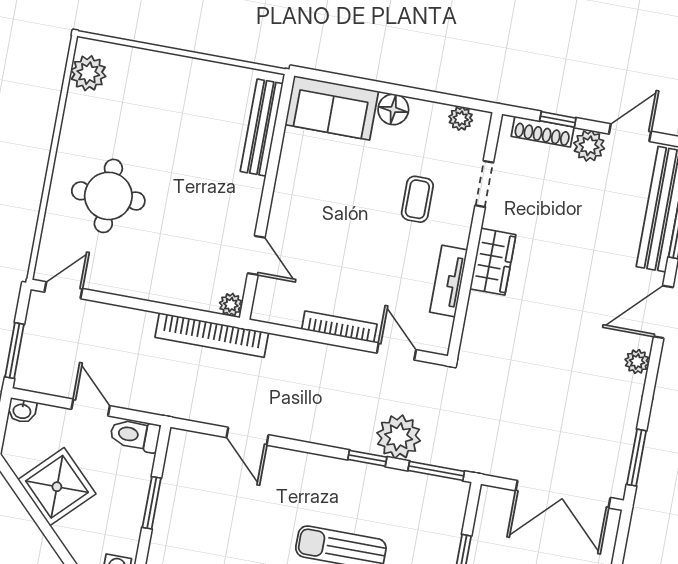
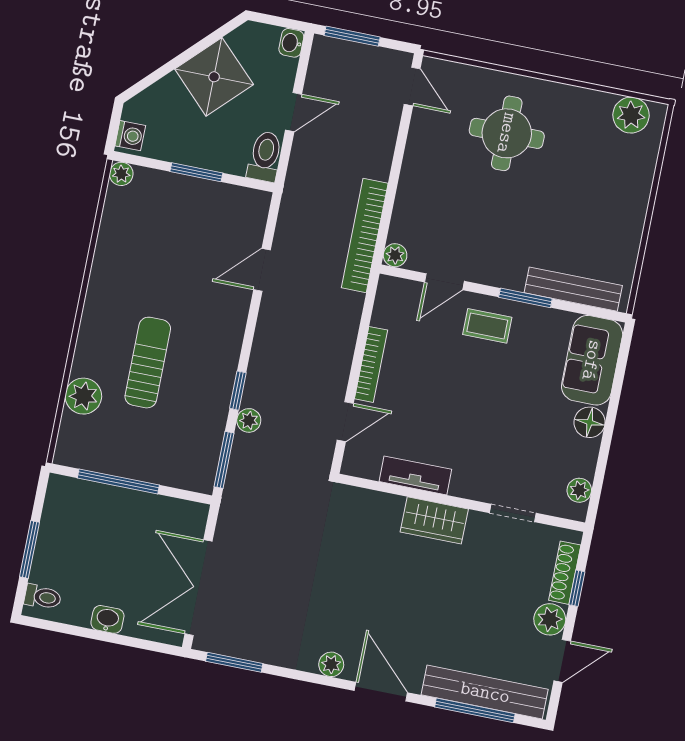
door: (630, 133) -> (562, 661), hinge flipped
window: (271, 175) -> (525, 298), added
coffee table: (417, 199) -> (487, 326), moved
plant: (399, 437) -> (249, 420), width x0.53, depth x0.53

